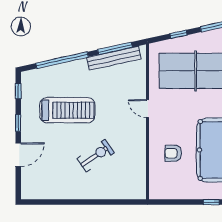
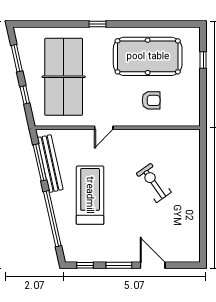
treadmill: (67, 110) -> (90, 195), moved
window: (18, 123) -> (119, 265), width x1.50
armchair: (173, 153) -> (151, 100), turned -90

